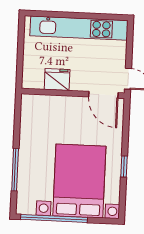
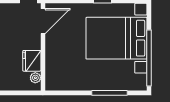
plant: (37, 83) -> (35, 78), added

